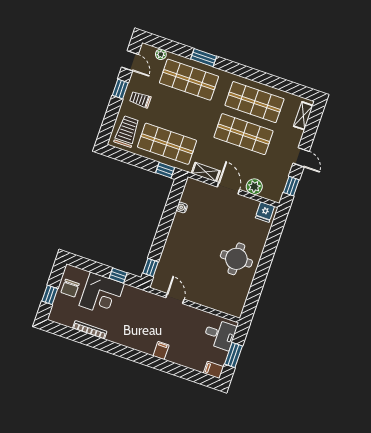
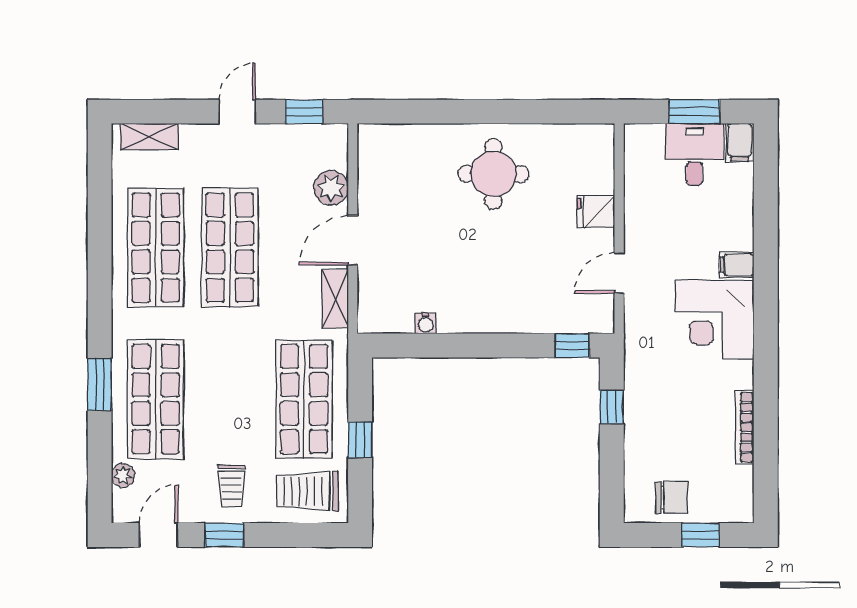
window: (165, 170) -> (360, 440), moved
fridge: (265, 212) -> (596, 212), moved, turned 180
corner desk: (102, 295) -> (715, 319), moved, turned 180
desk: (220, 334) -> (694, 154), moved

